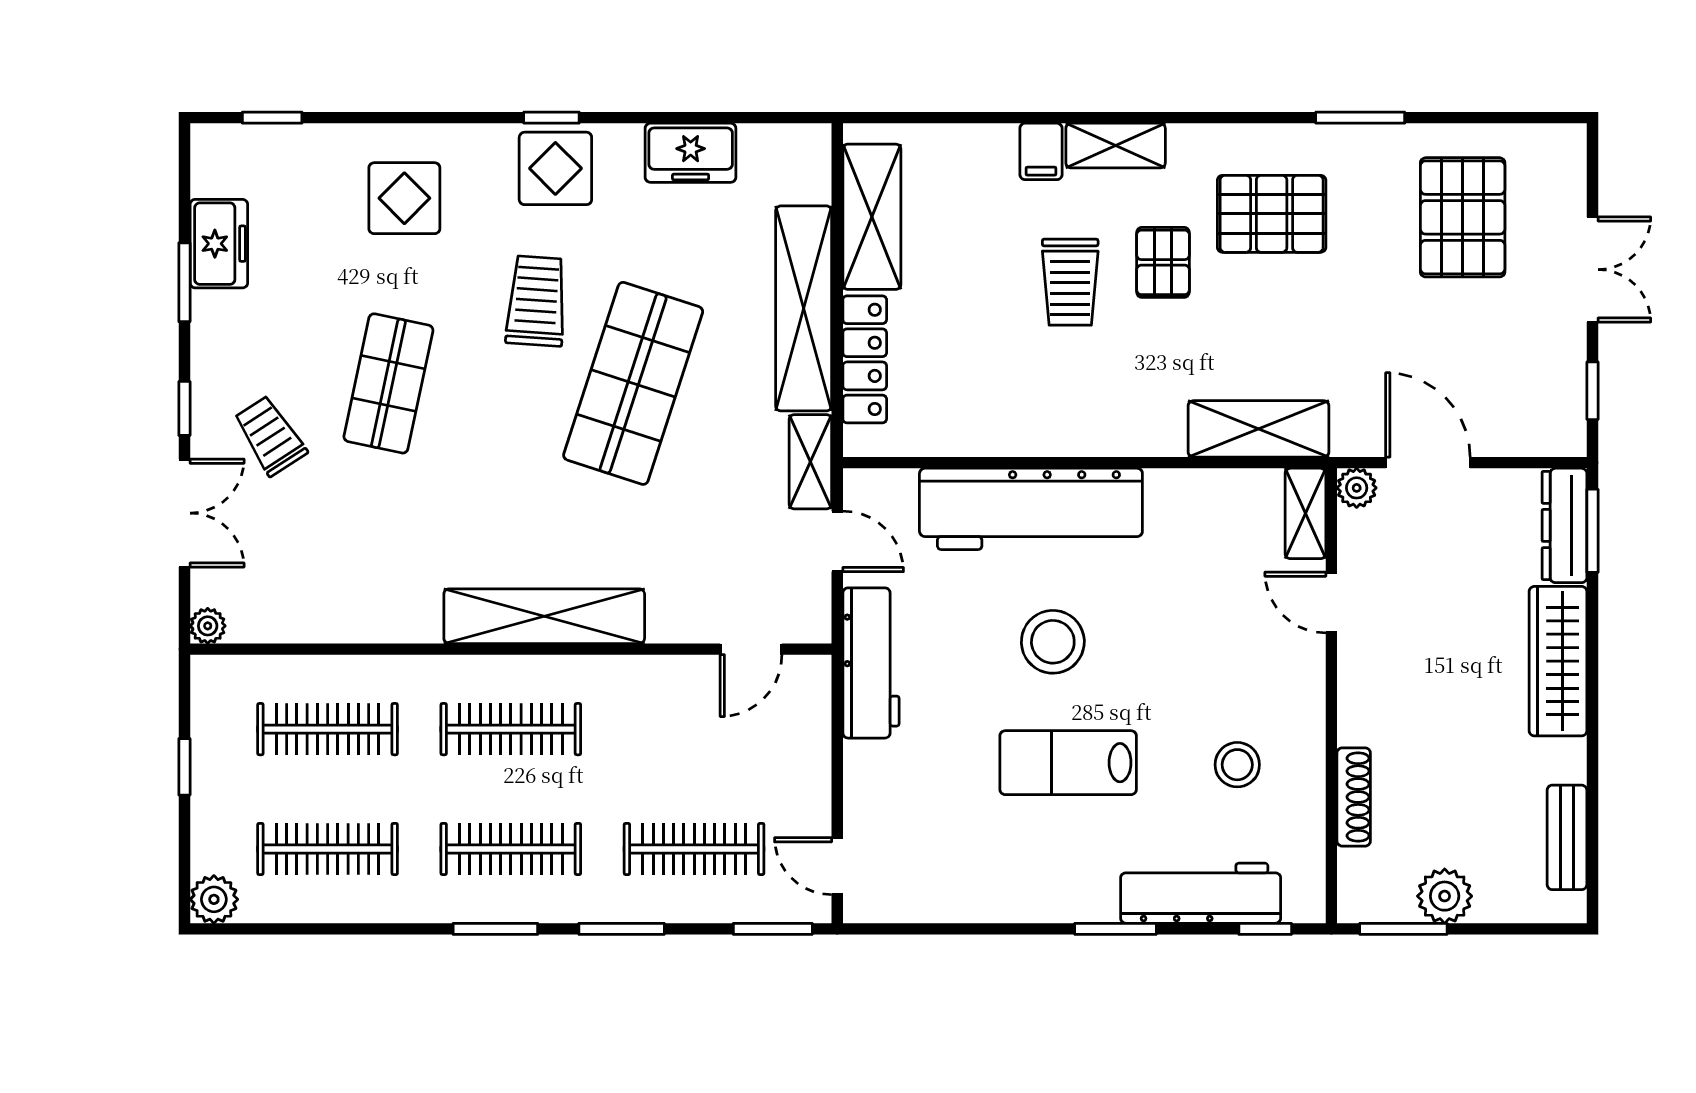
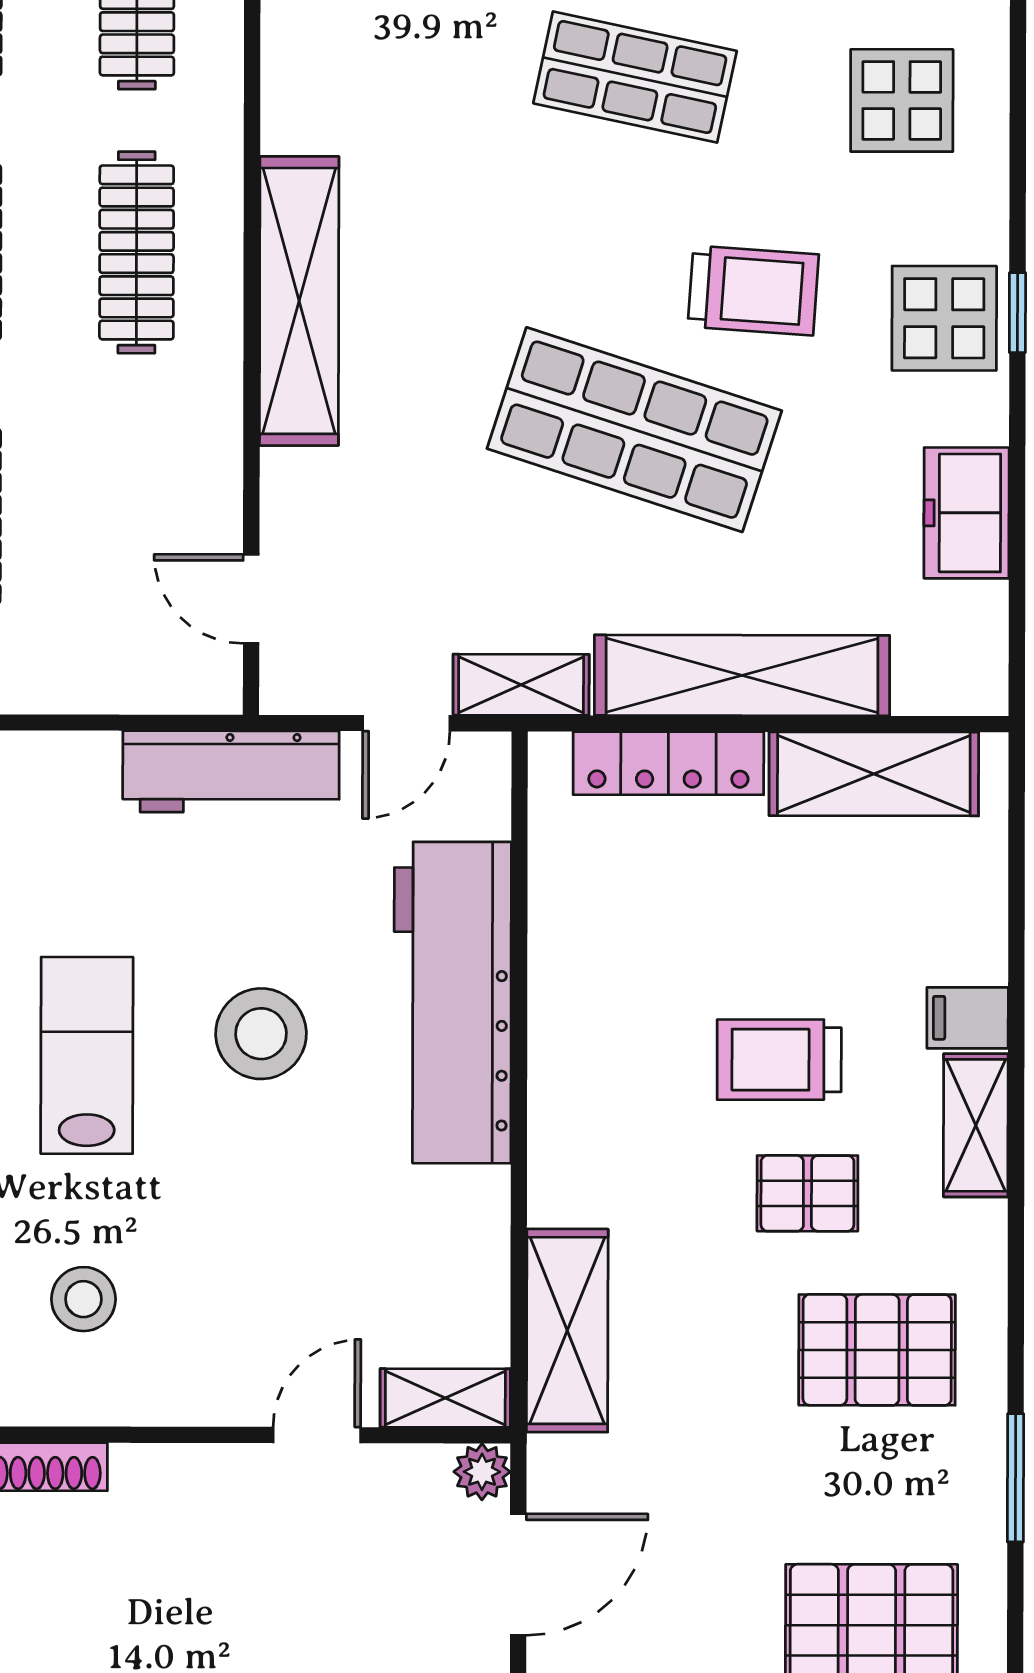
pallet: (1272, 214) -> (877, 1350), turned 90

